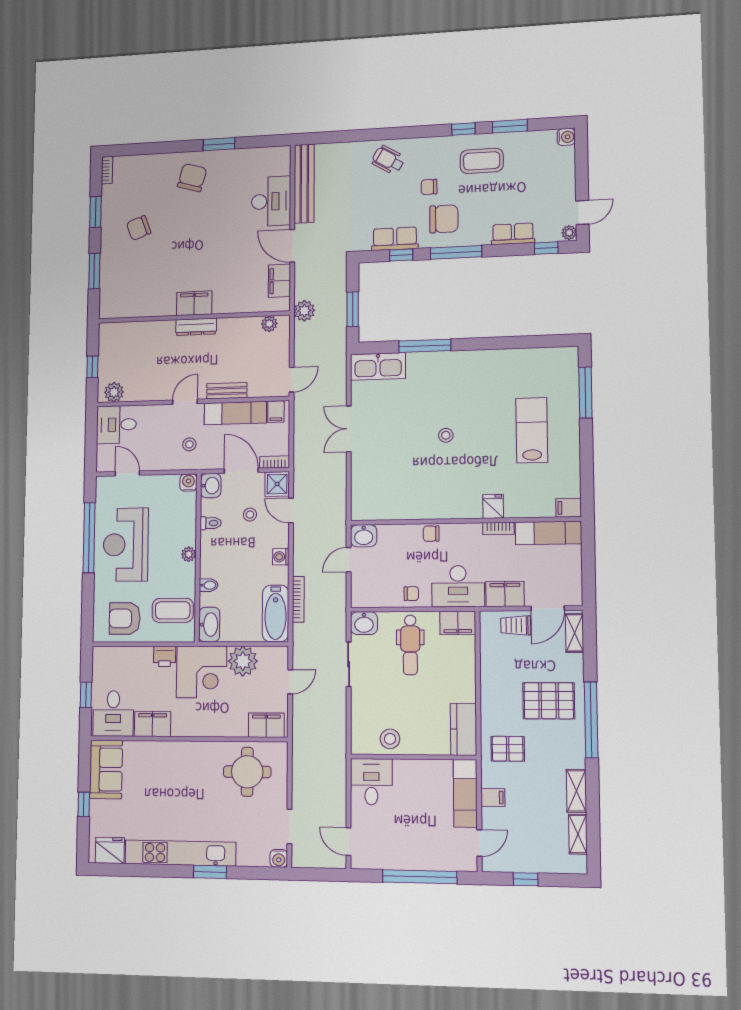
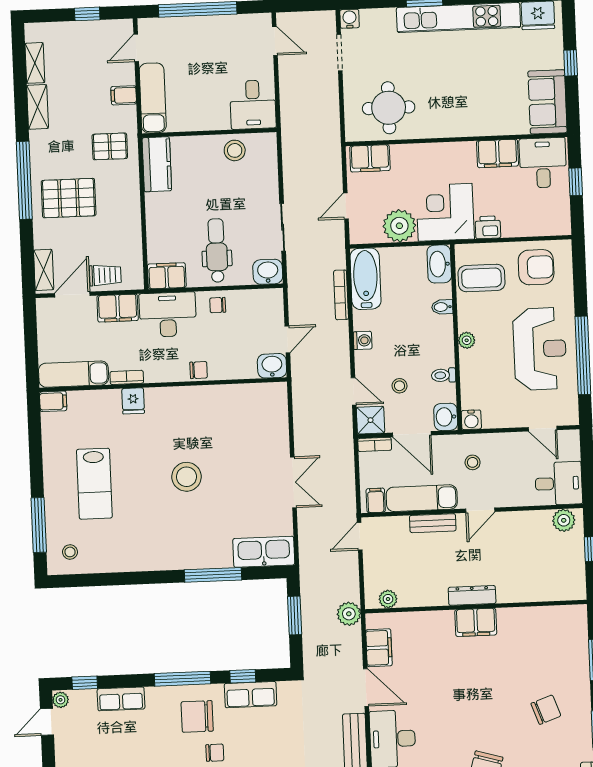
stool: (557, 367) -> (70, 552), added
stool: (446, 435) -> (187, 477), width x1.89, depth x1.89

